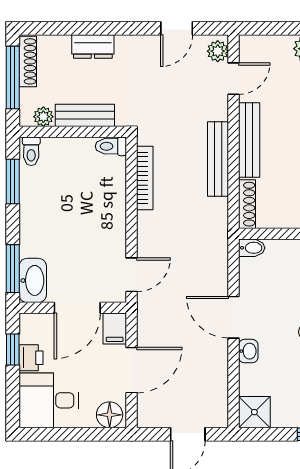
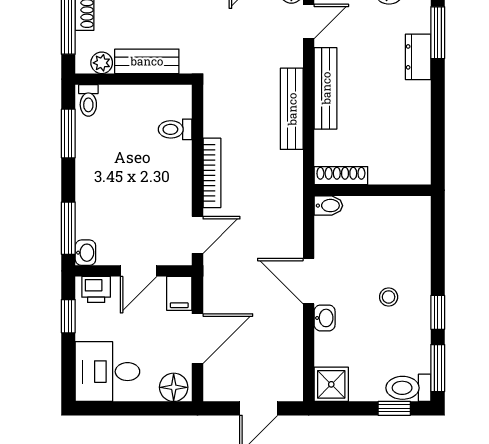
toilet: (111, 146) -> (175, 129), moved
bookcase: (145, 178) -> (212, 173), moved
shoe rack: (247, 204) -> (341, 176), moved, turned -90
washbasin: (33, 280) -> (85, 253), width x0.52, depth x0.69
door: (77, 308) -> (139, 271), width x0.73
printer: (31, 358) -> (96, 289), moved, turned 90

